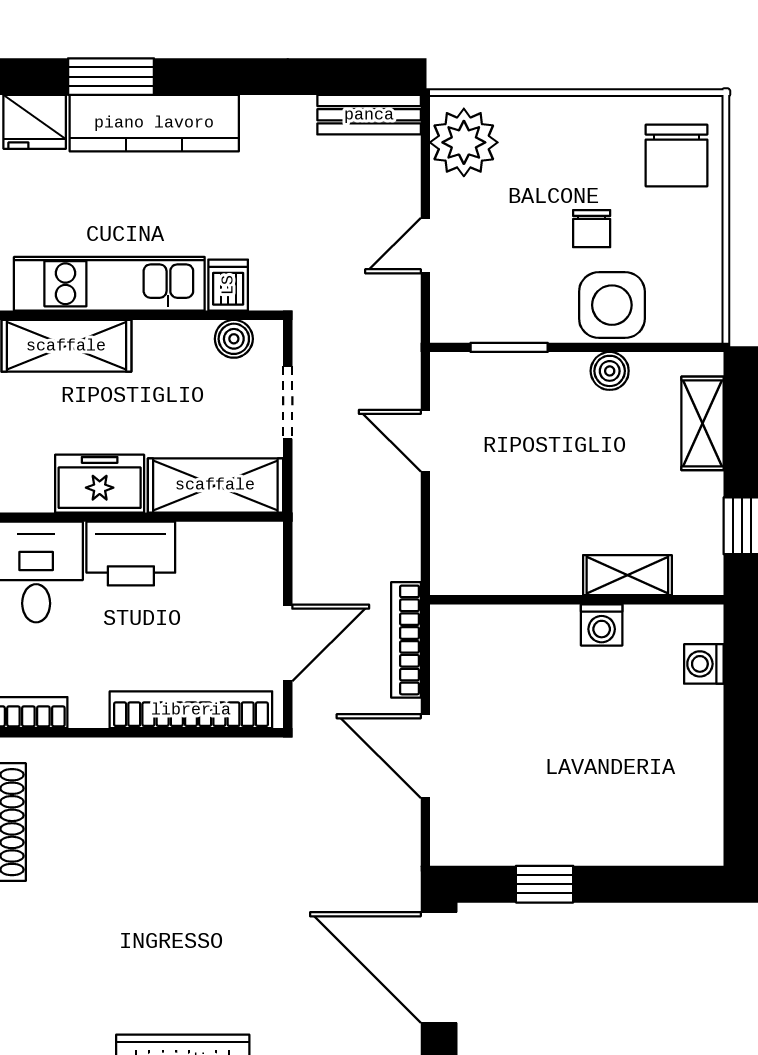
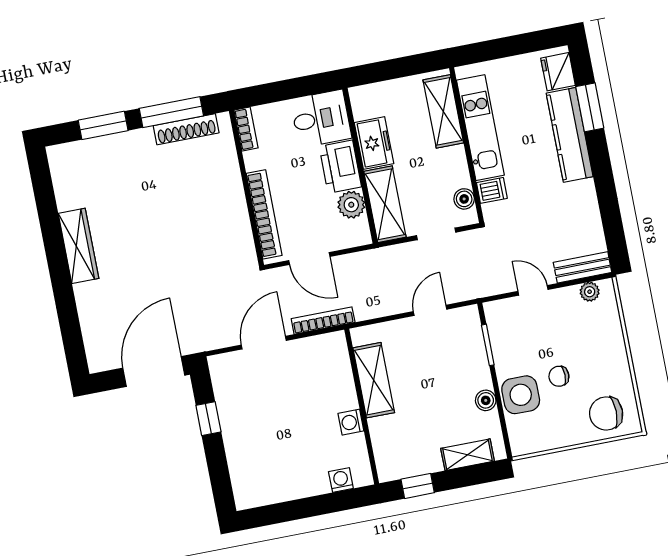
bench: (369, 115) -> (583, 267), moved, turned 90
plant: (464, 142) -> (590, 292), width x0.53, depth x0.53
plant: (204, 547) -> (351, 205), added
shelving: (627, 575) -> (374, 380), moved, width x1.50, depth x1.33

